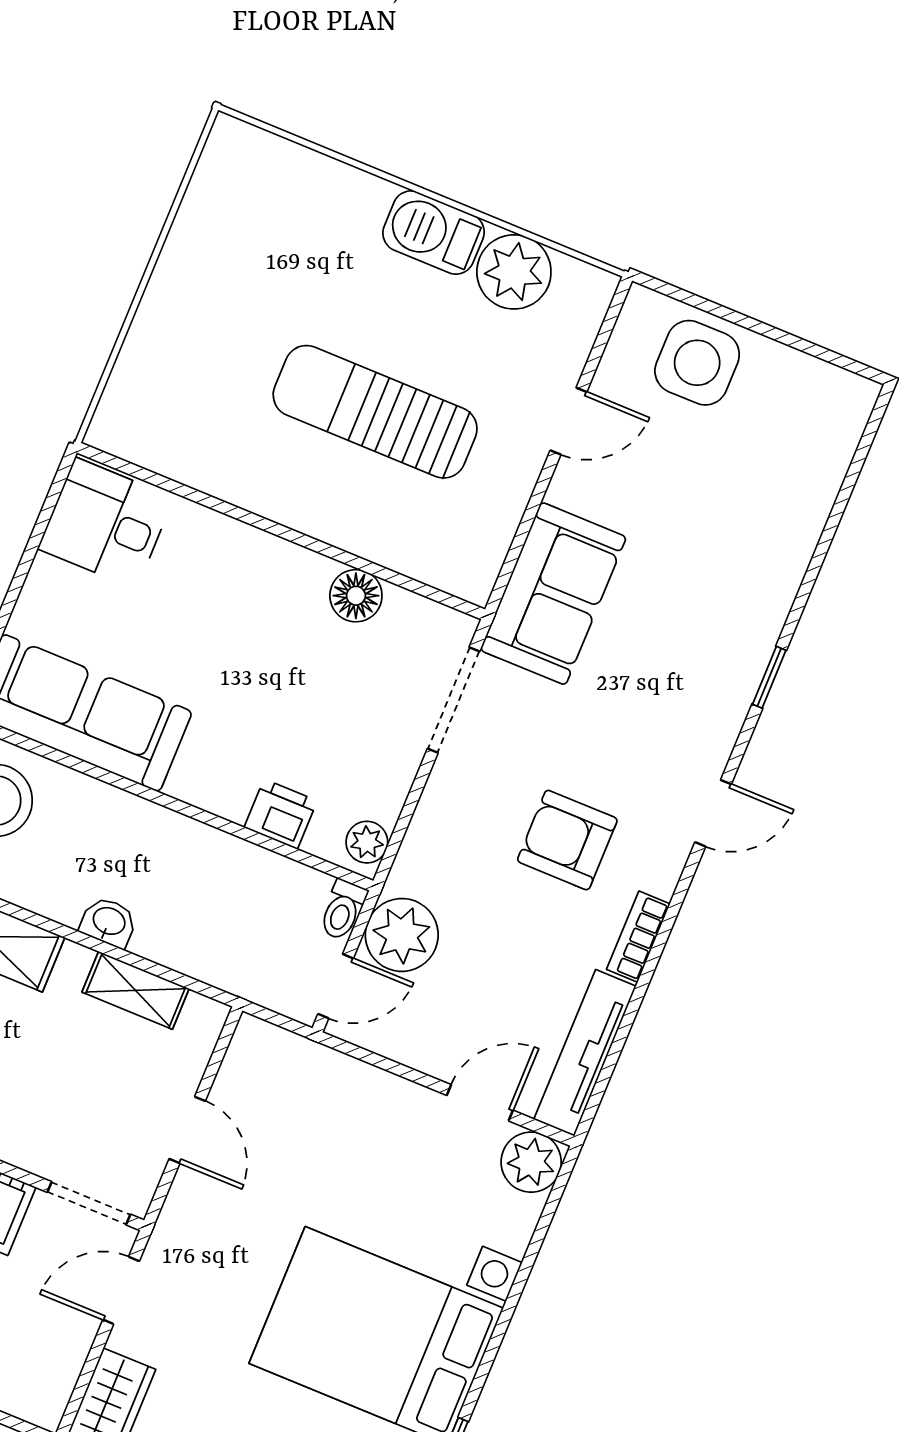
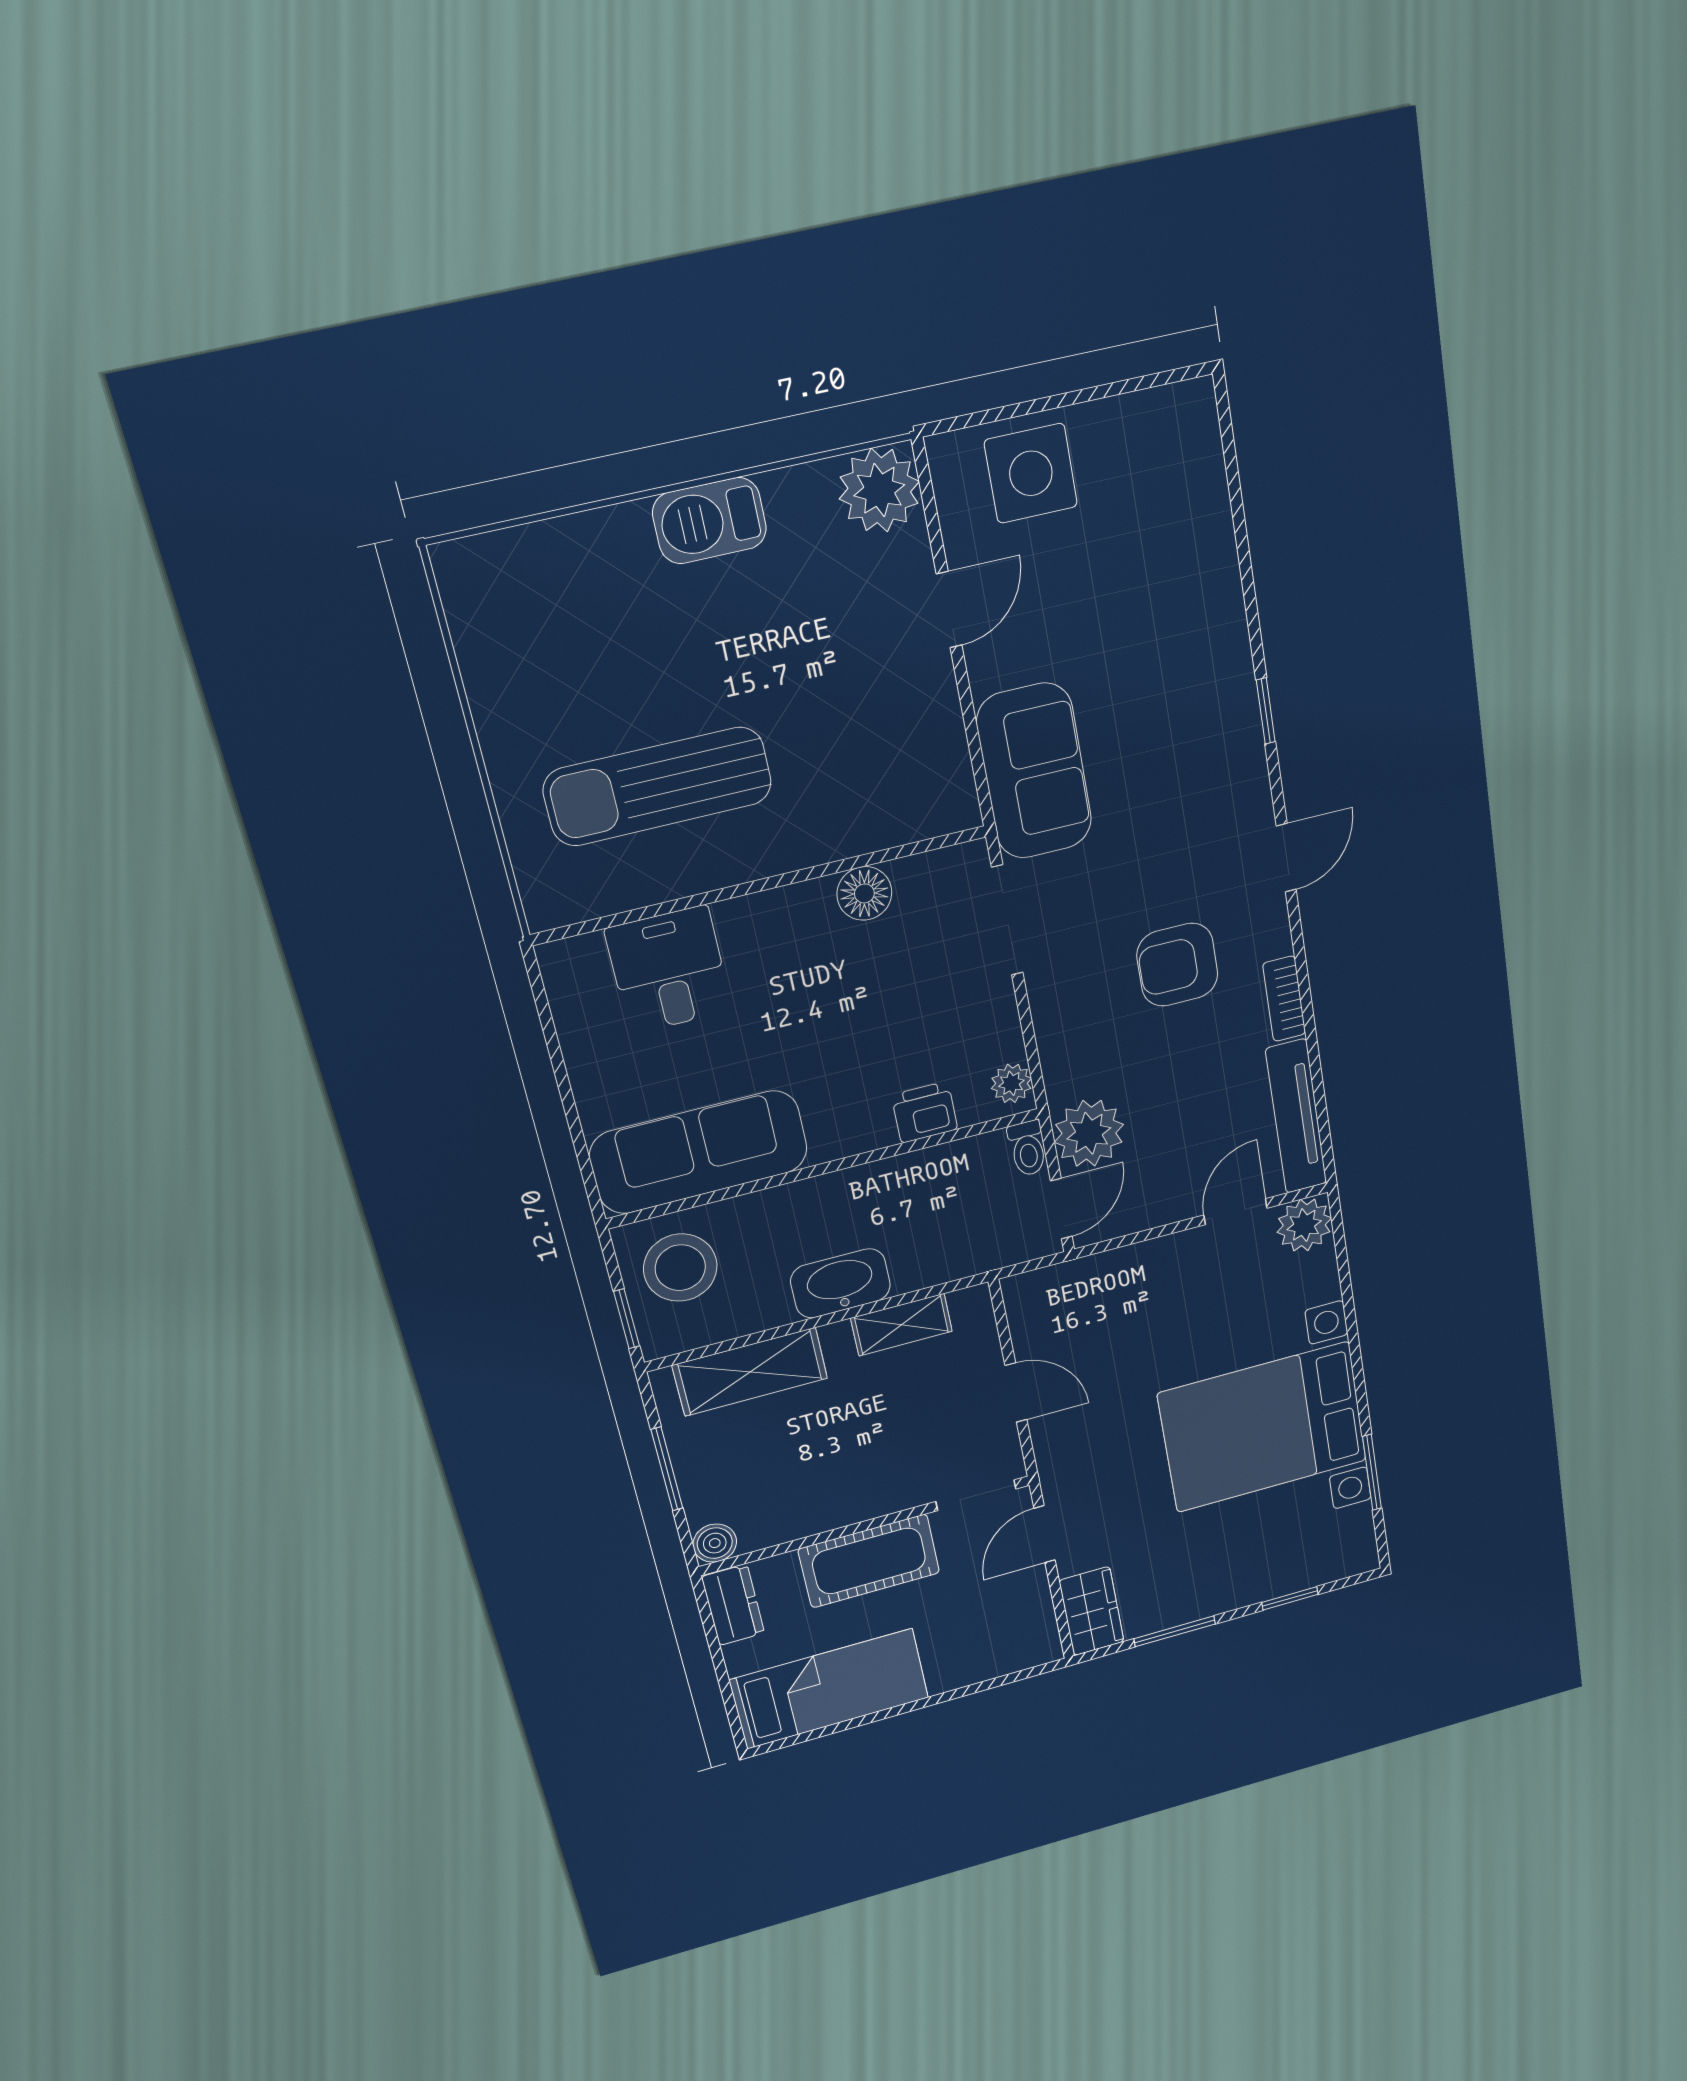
plant: (514, 272) -> (879, 490), moved
sun lounger: (375, 412) -> (658, 787), moved
desk: (106, 523) -> (669, 970), moved, turned 90
washbasin: (109, 922) -> (840, 1283), width x1.91, depth x1.45

